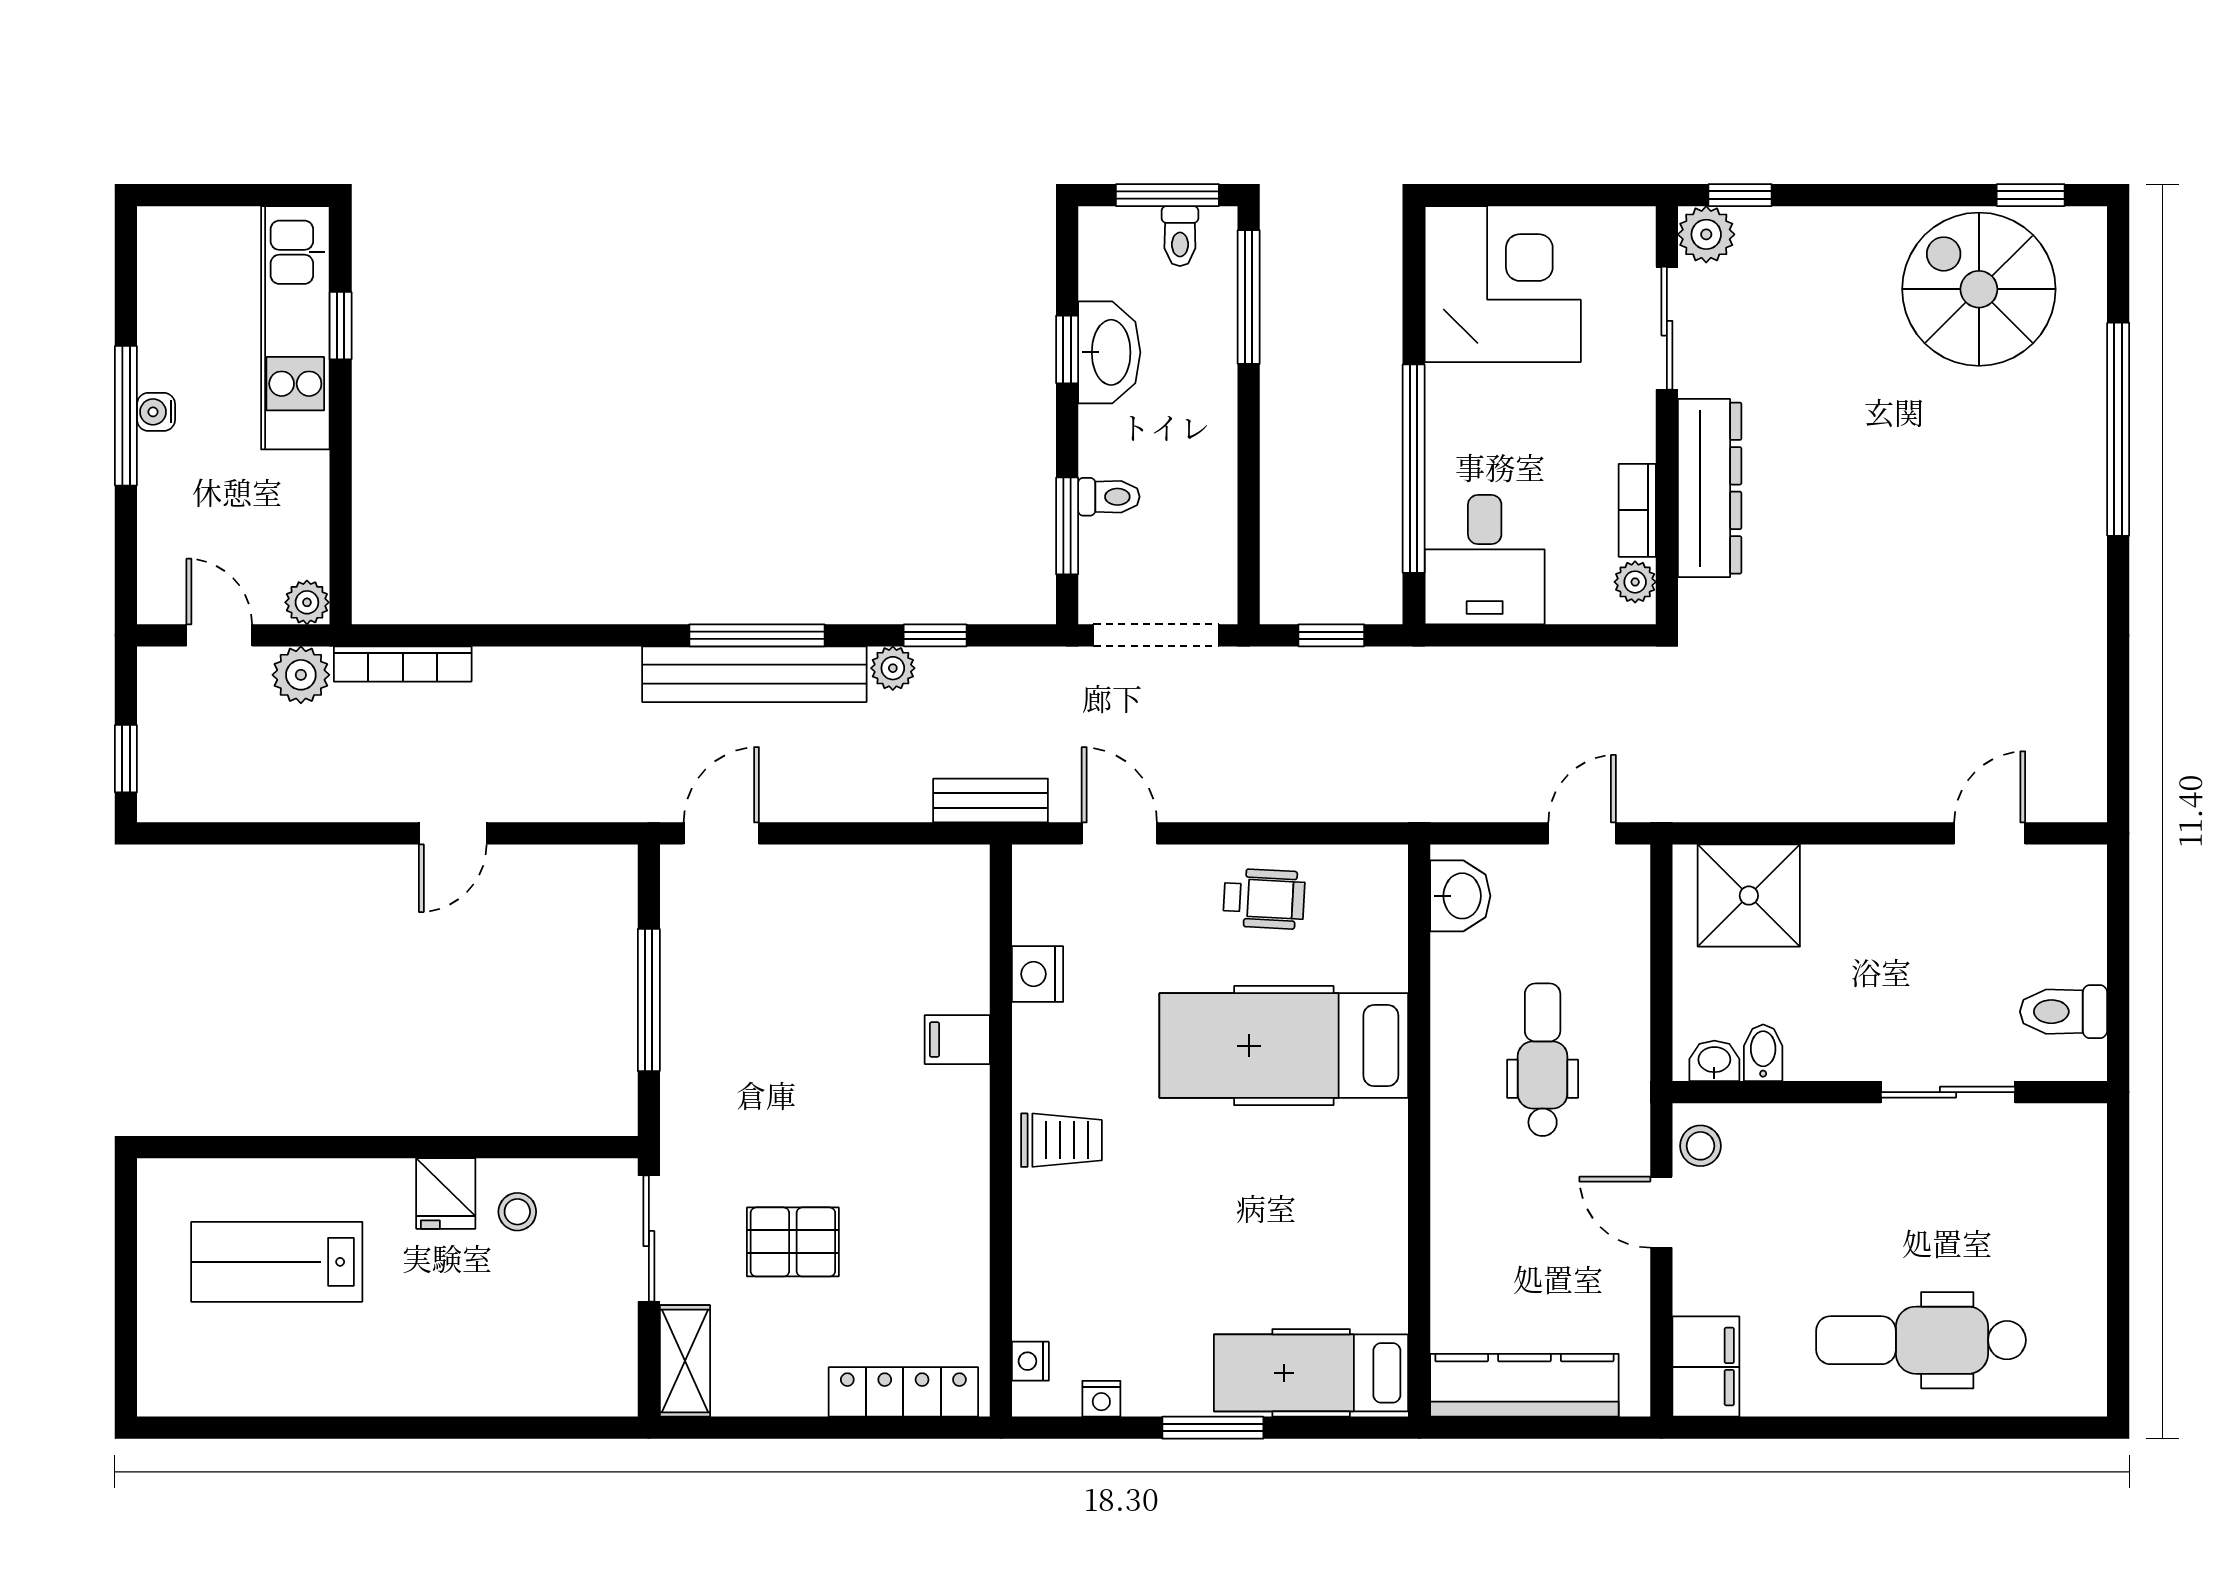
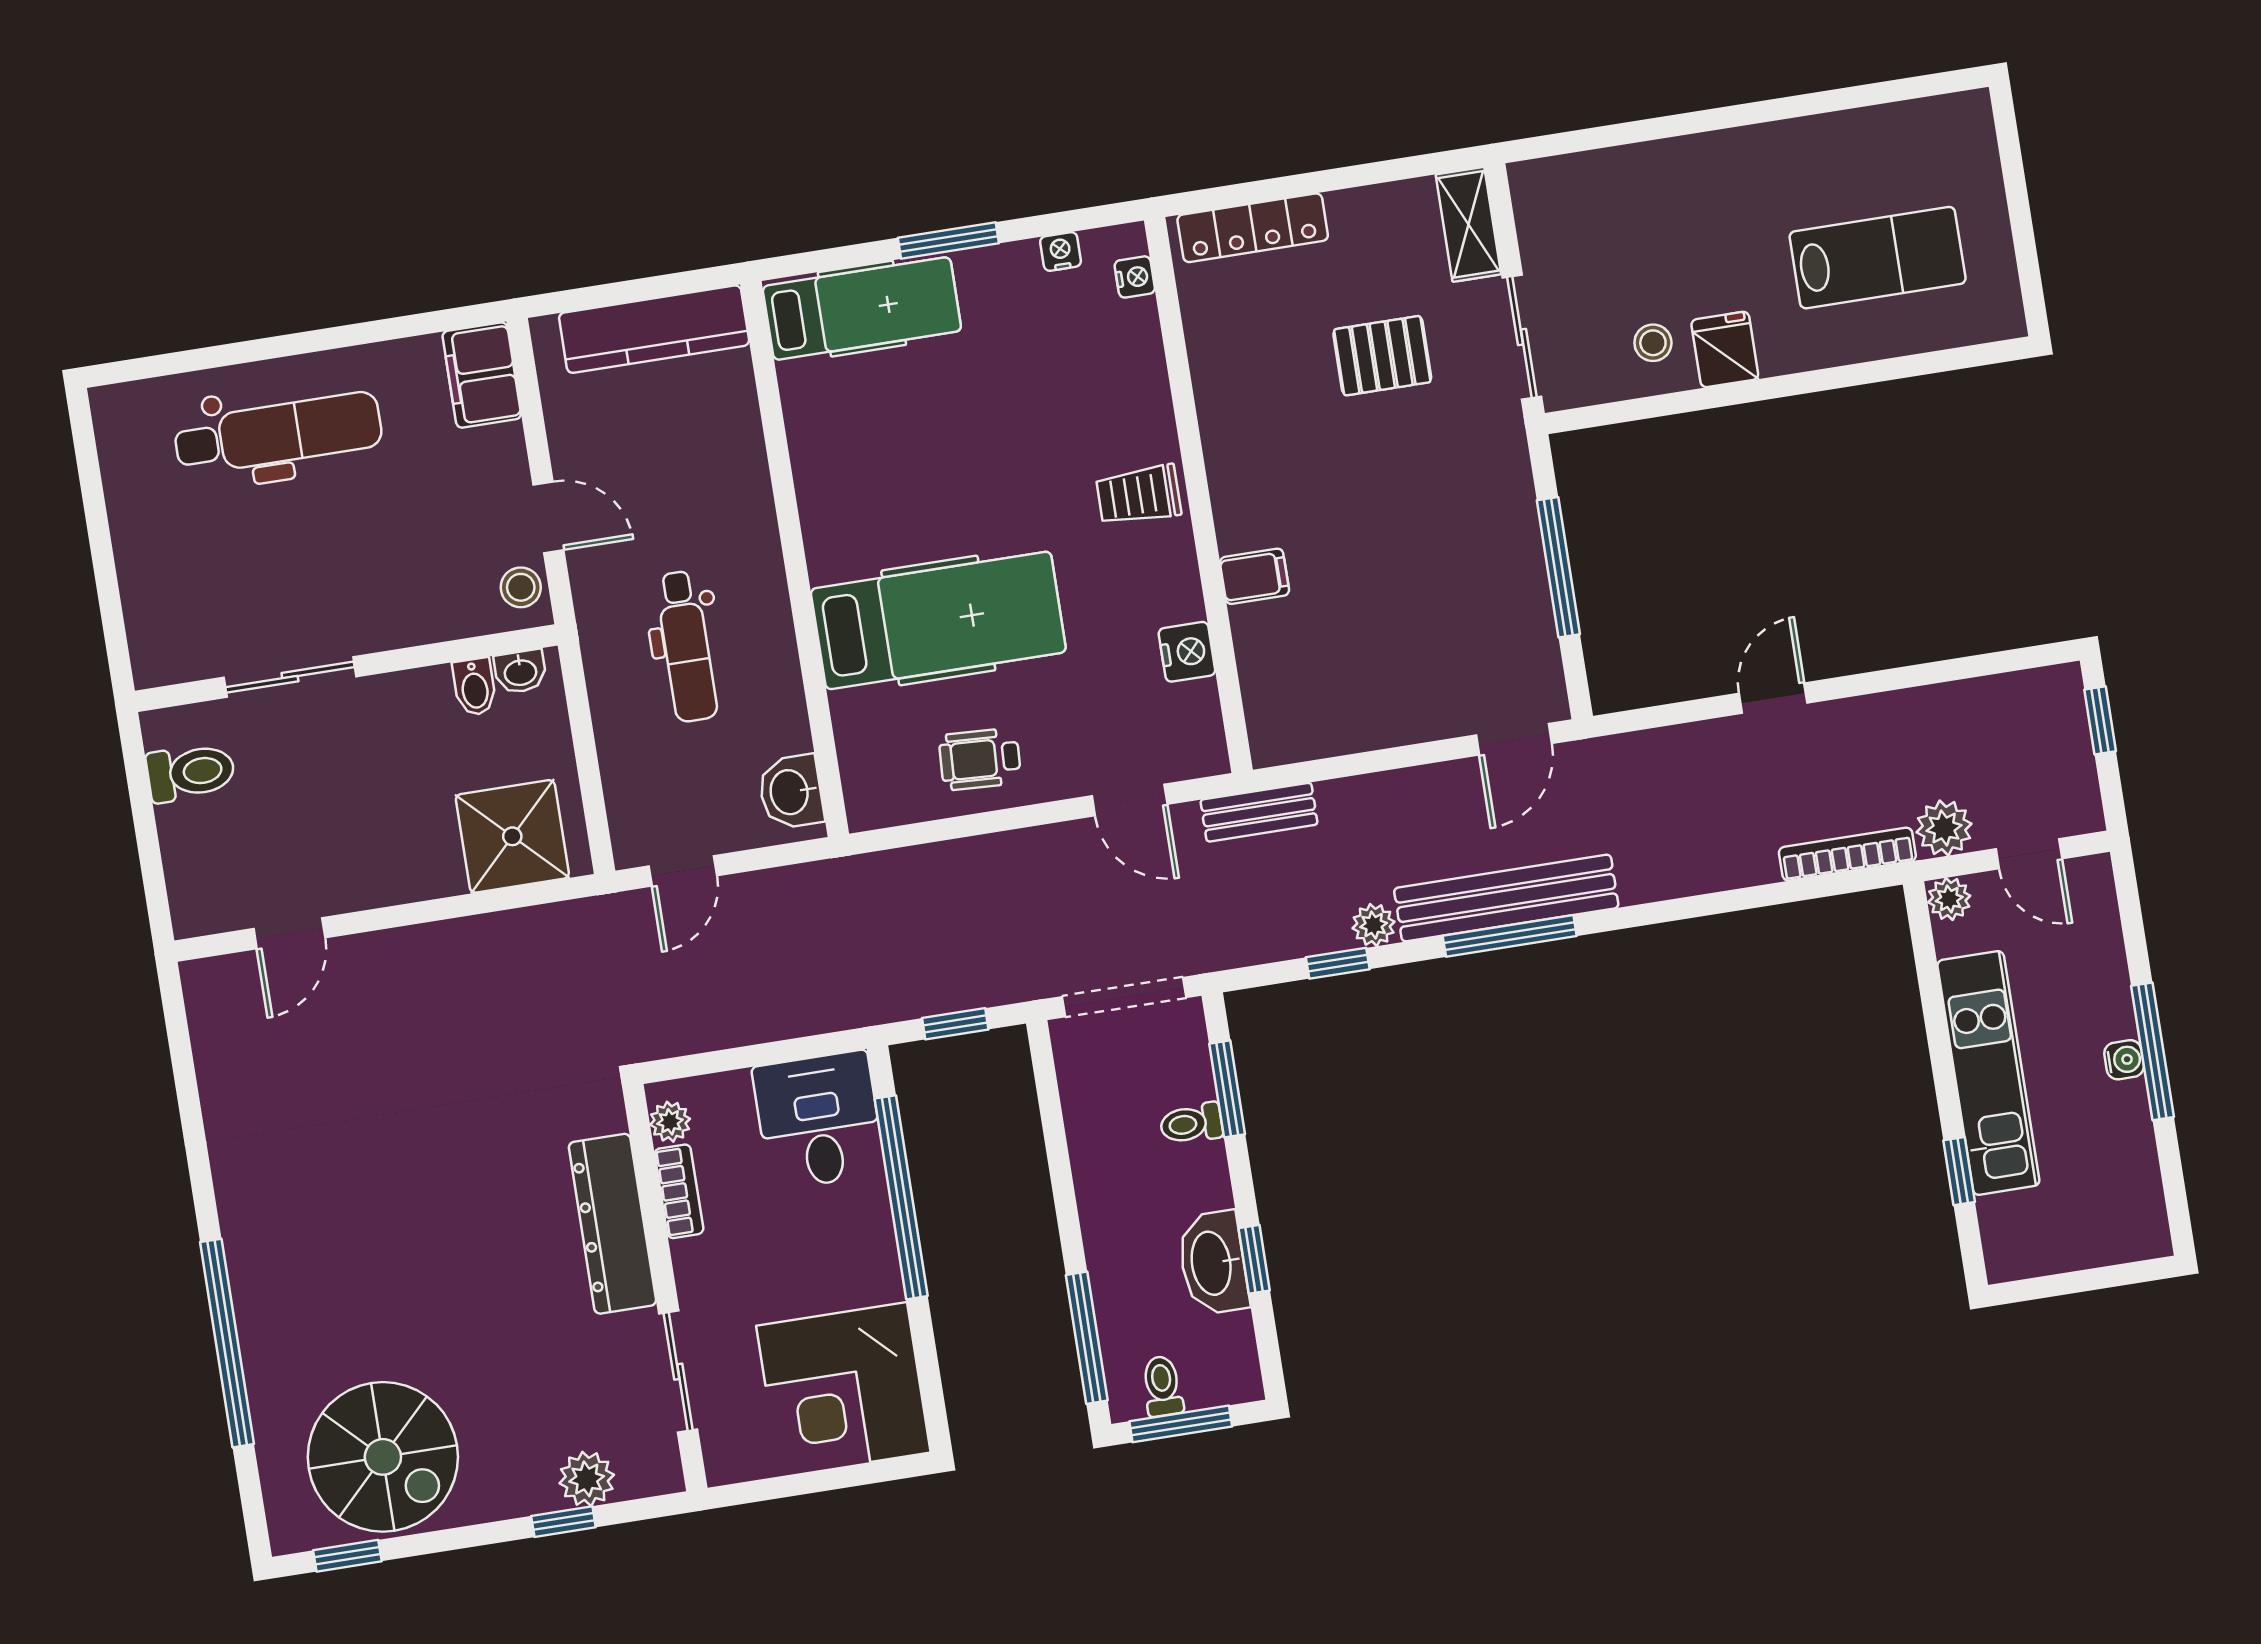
window: (1740, 195) -> (563, 1522), moved
plant: (1706, 234) -> (587, 1479), moved
kitchen unit: (295, 328) -> (1988, 1073), moved

